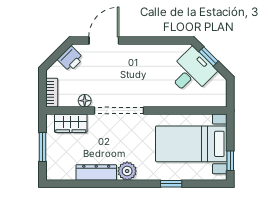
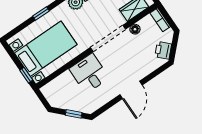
door: (104, 40) -> (131, 90), moved
desk: (192, 72) -> (89, 73), moved, turned 135
window: (230, 161) -> (26, 75), moved

